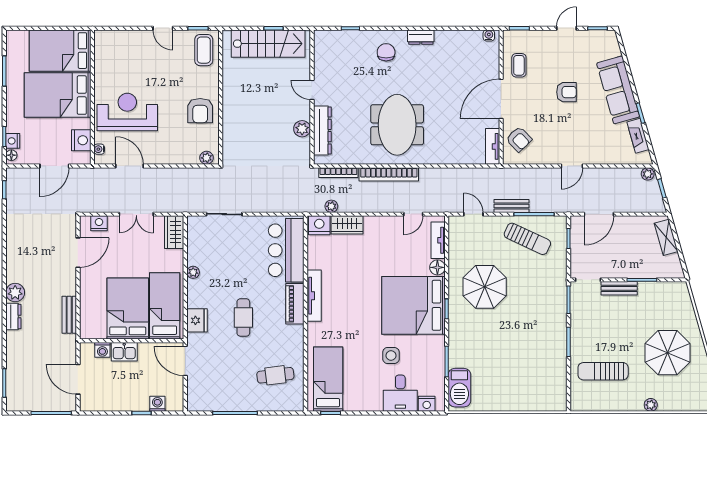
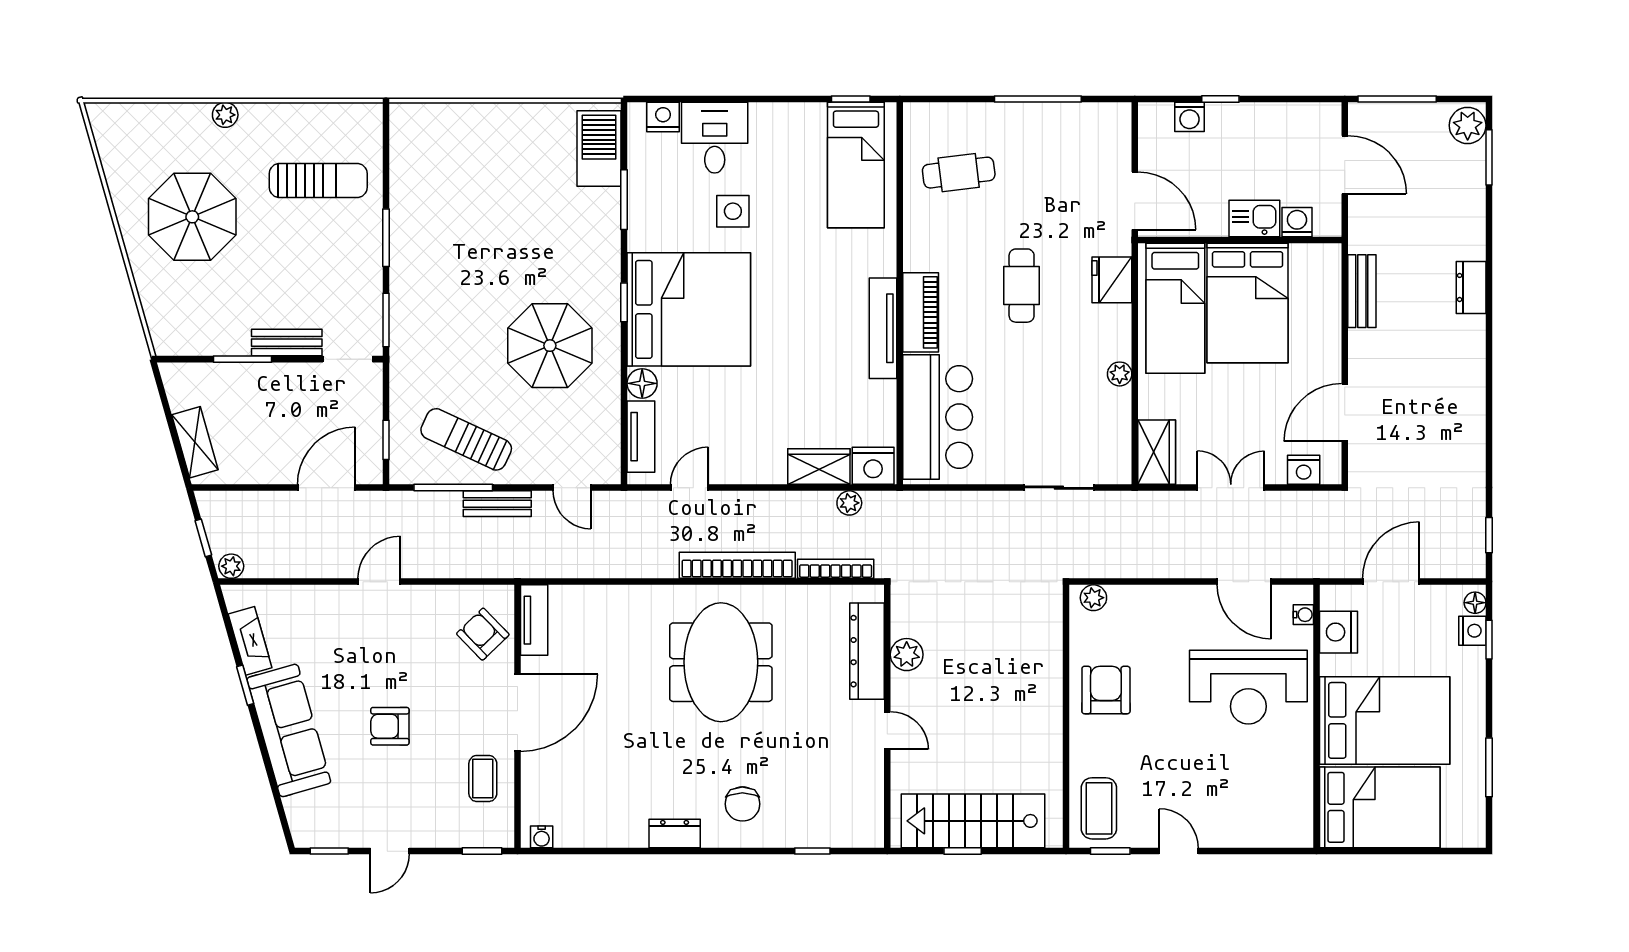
plant: (15, 293) -> (1468, 125), moved

